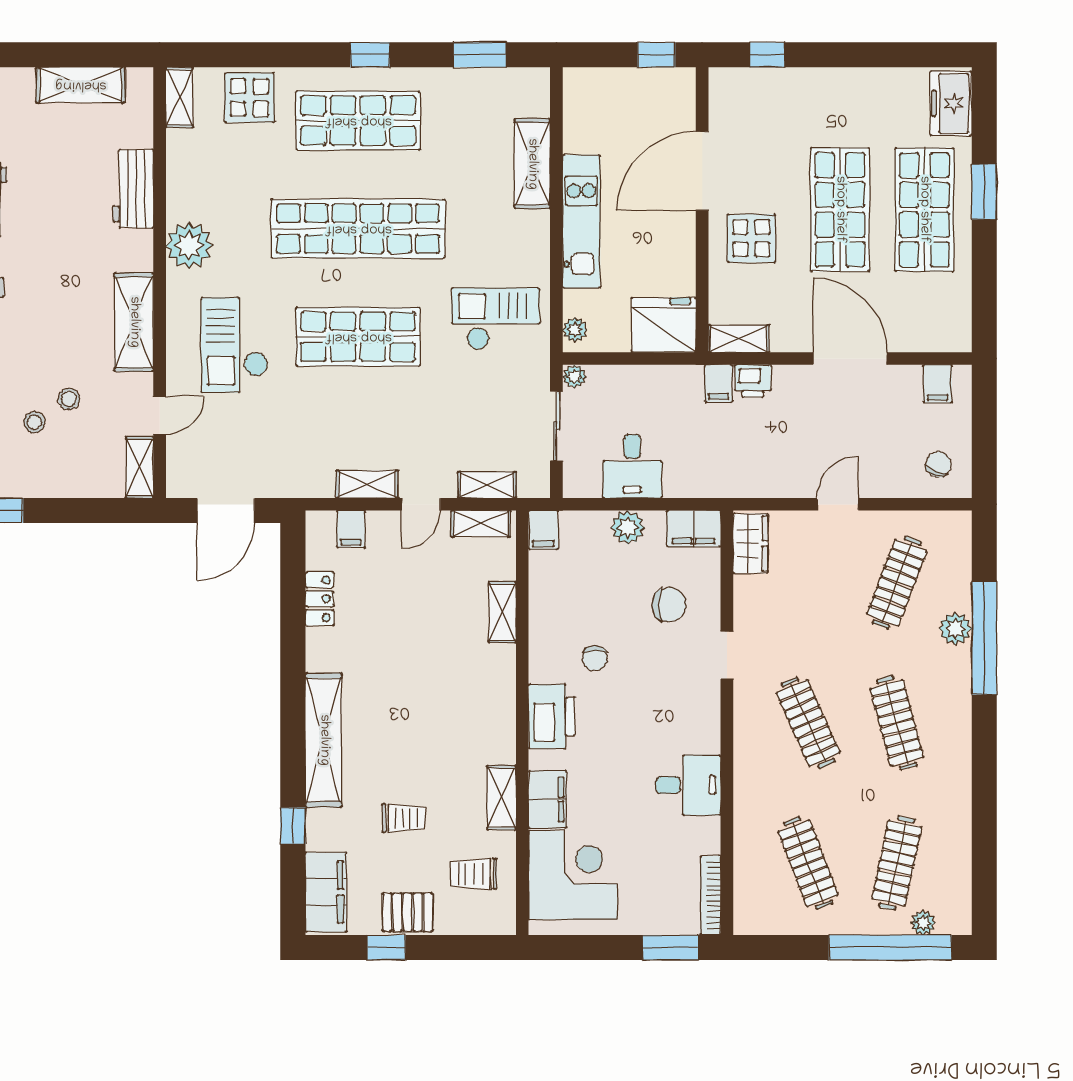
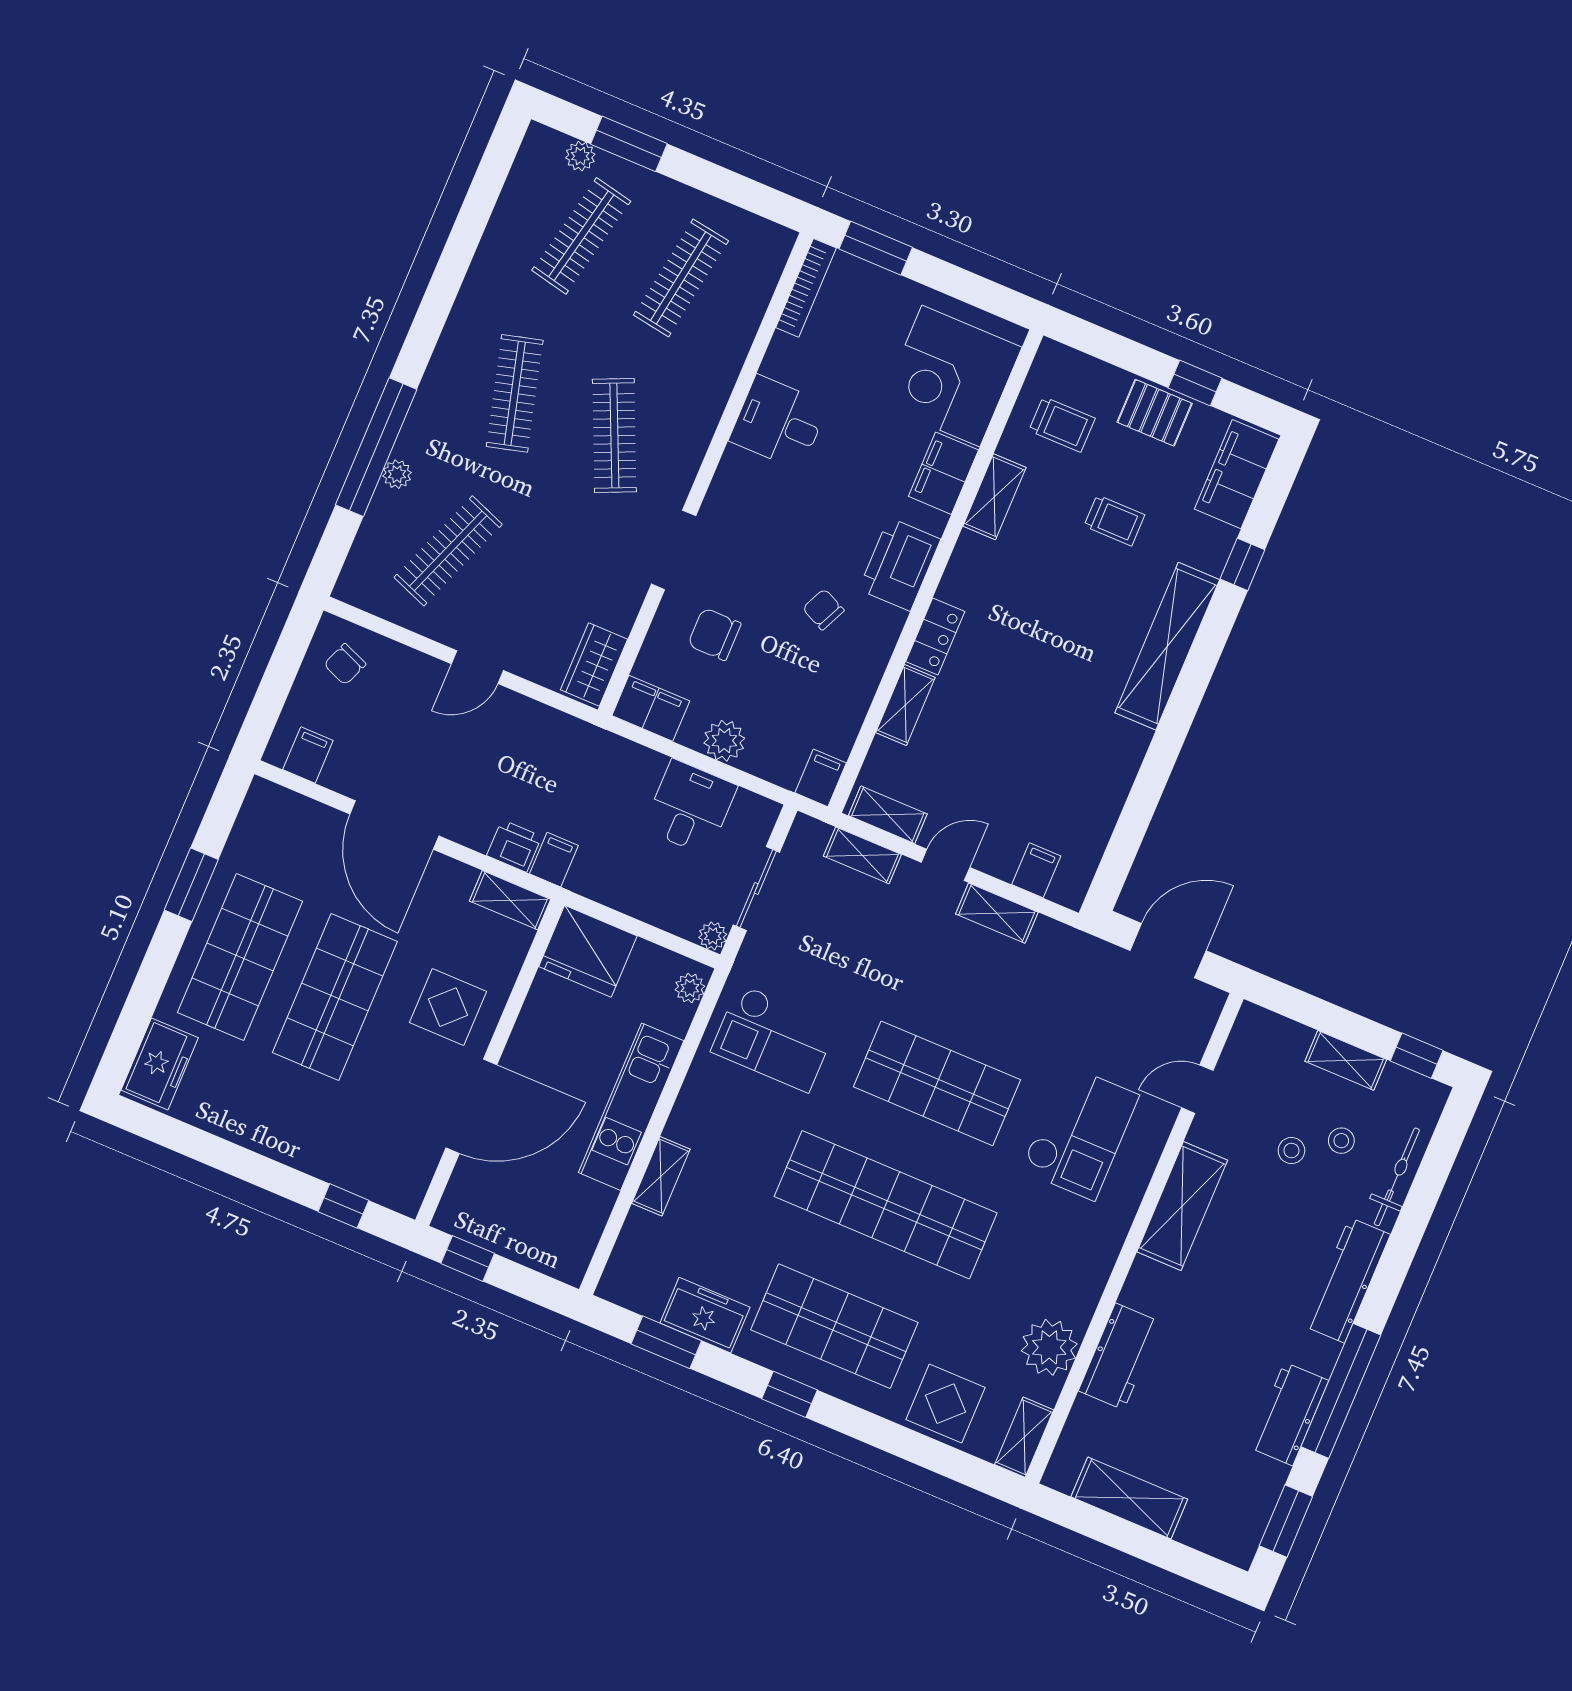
freezer: (459, 88) -> (705, 1315), added
shelving: (532, 164) -> (661, 1176), width x0.67, depth x0.75
window: (984, 192) -> (191, 885), moved
plant: (189, 245) -> (1049, 1347), moved
shelving: (140, 467) -> (1346, 1060), moved, turned 90
locker: (320, 599) -> (935, 637), moved, turned 180
plant: (955, 629) -> (397, 474), width x0.73, depth x0.73
doorway: (727, 655) -> (674, 550), width x1.38
chair: (595, 658) -> (823, 609), turned -65
trolley: (404, 818) -> (1114, 520), turned 180
clothes rail: (808, 863) -> (681, 278), turned 30
window: (890, 948) -> (629, 144), width x0.47

